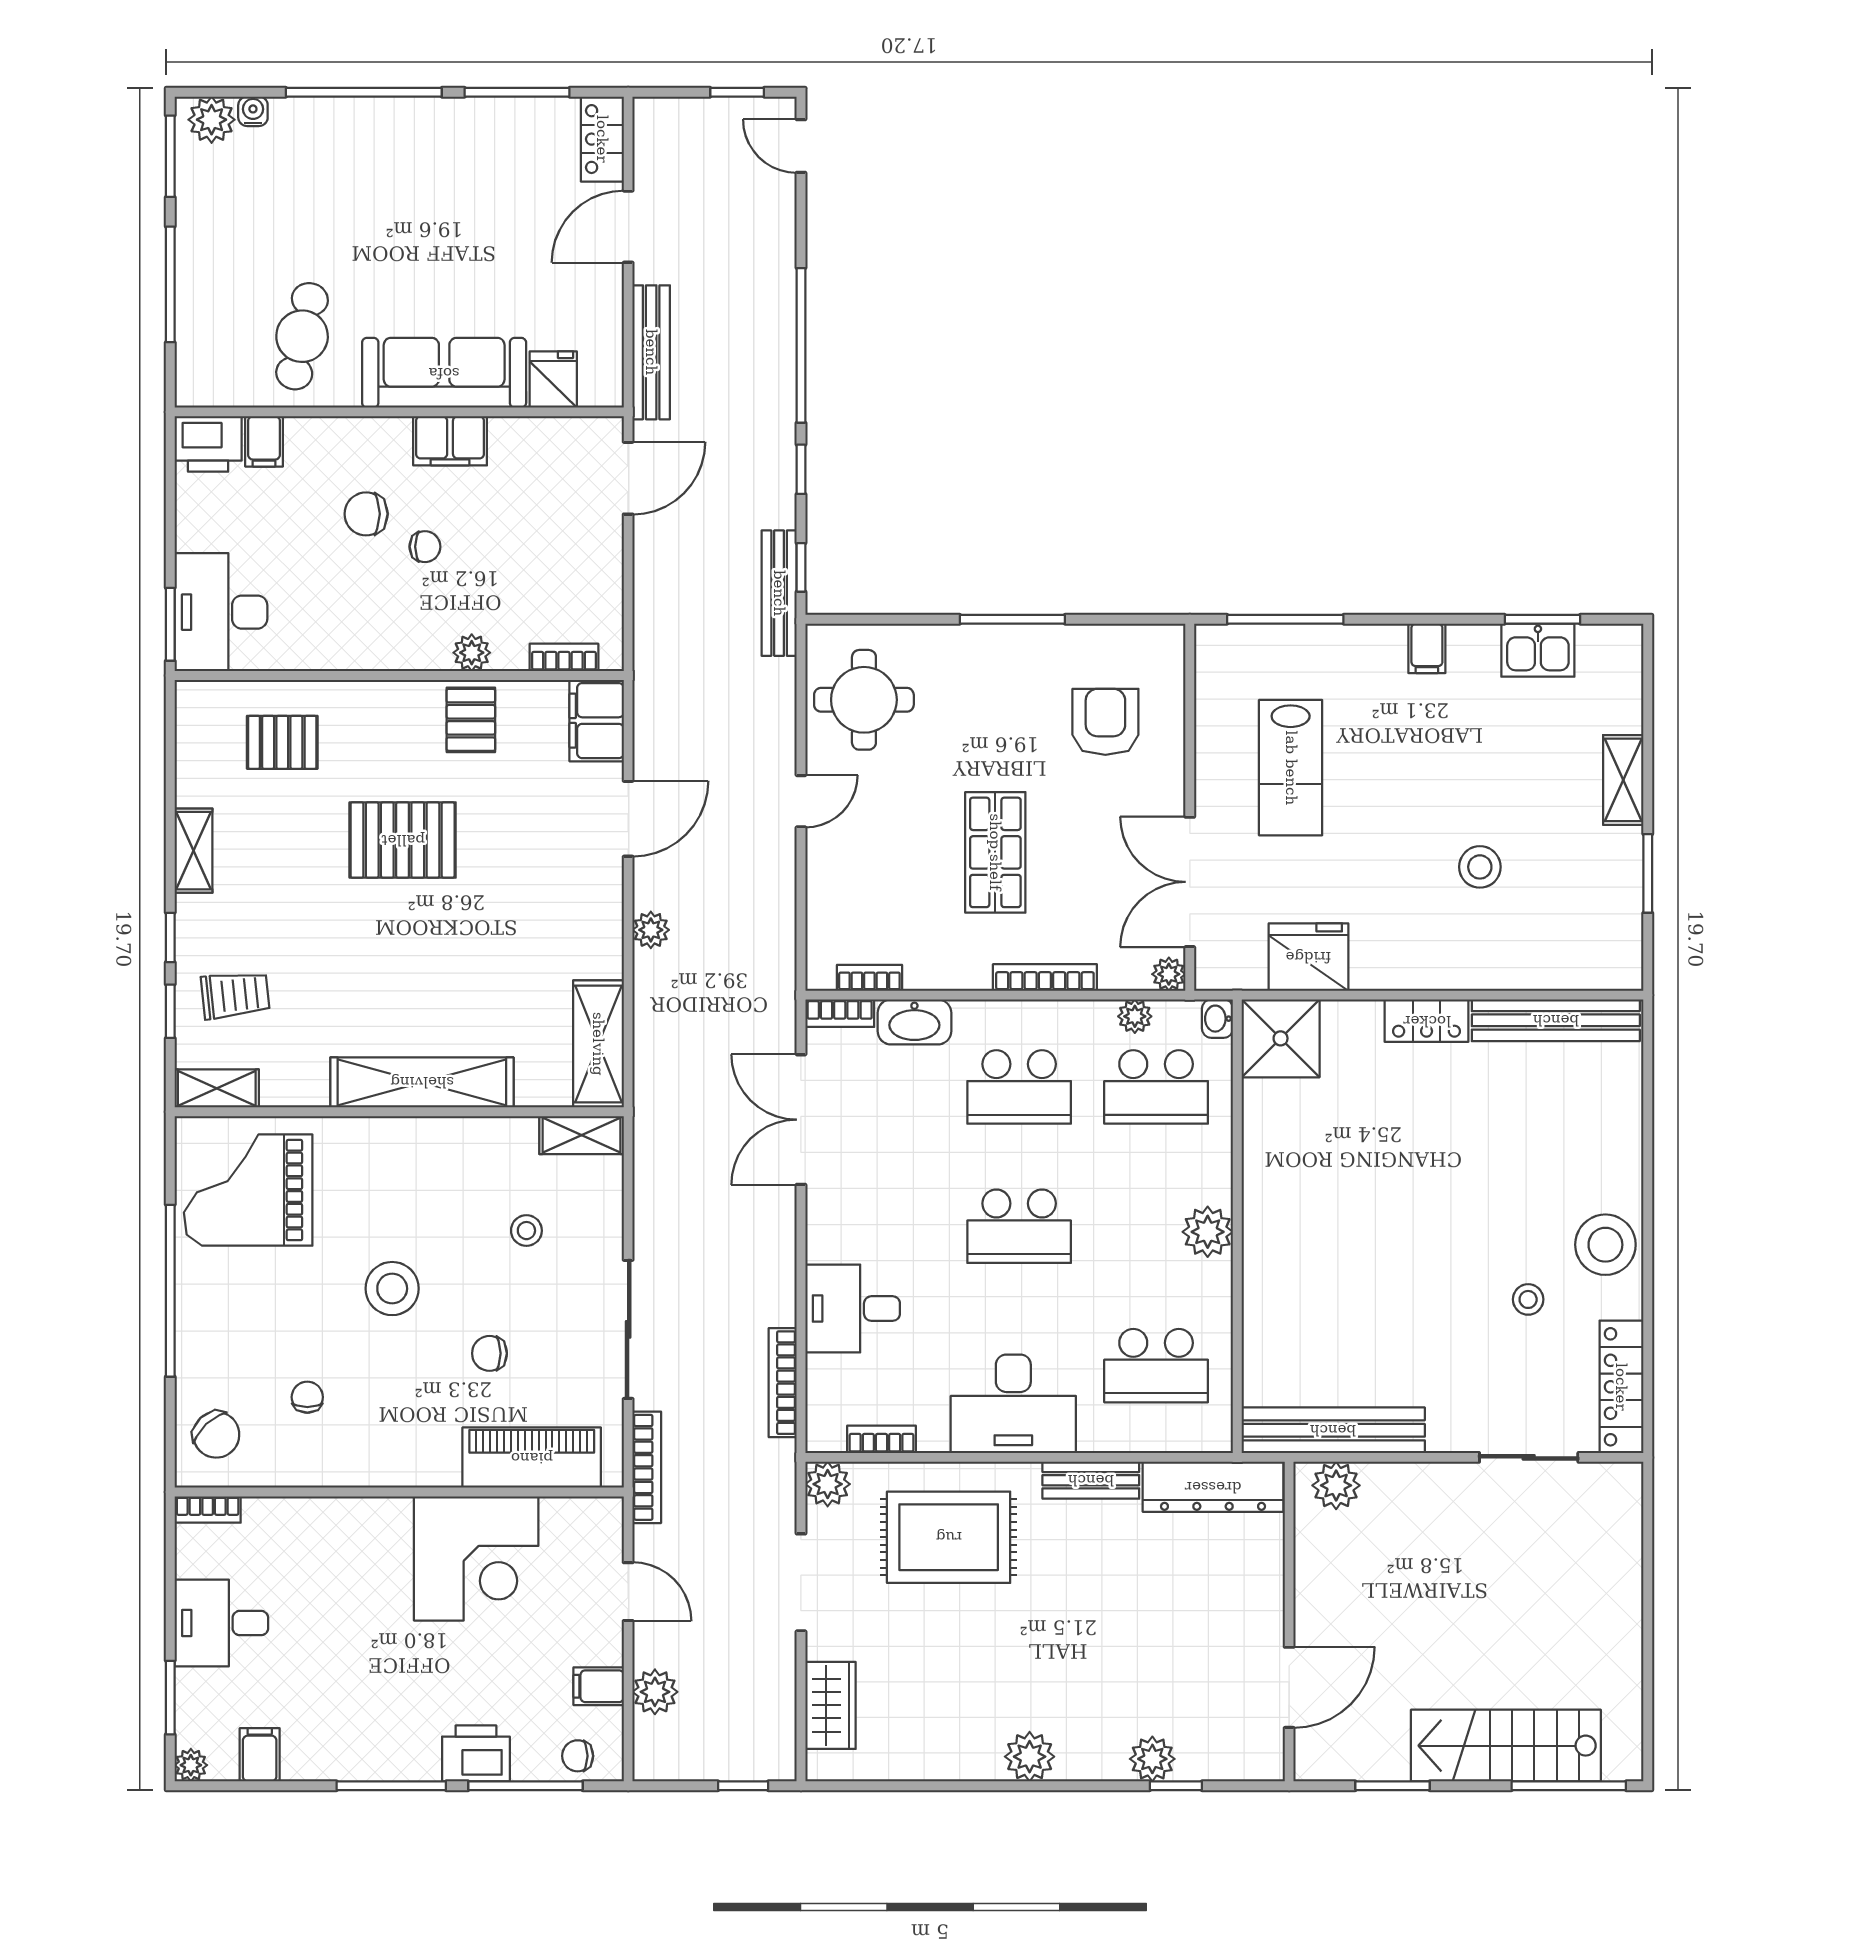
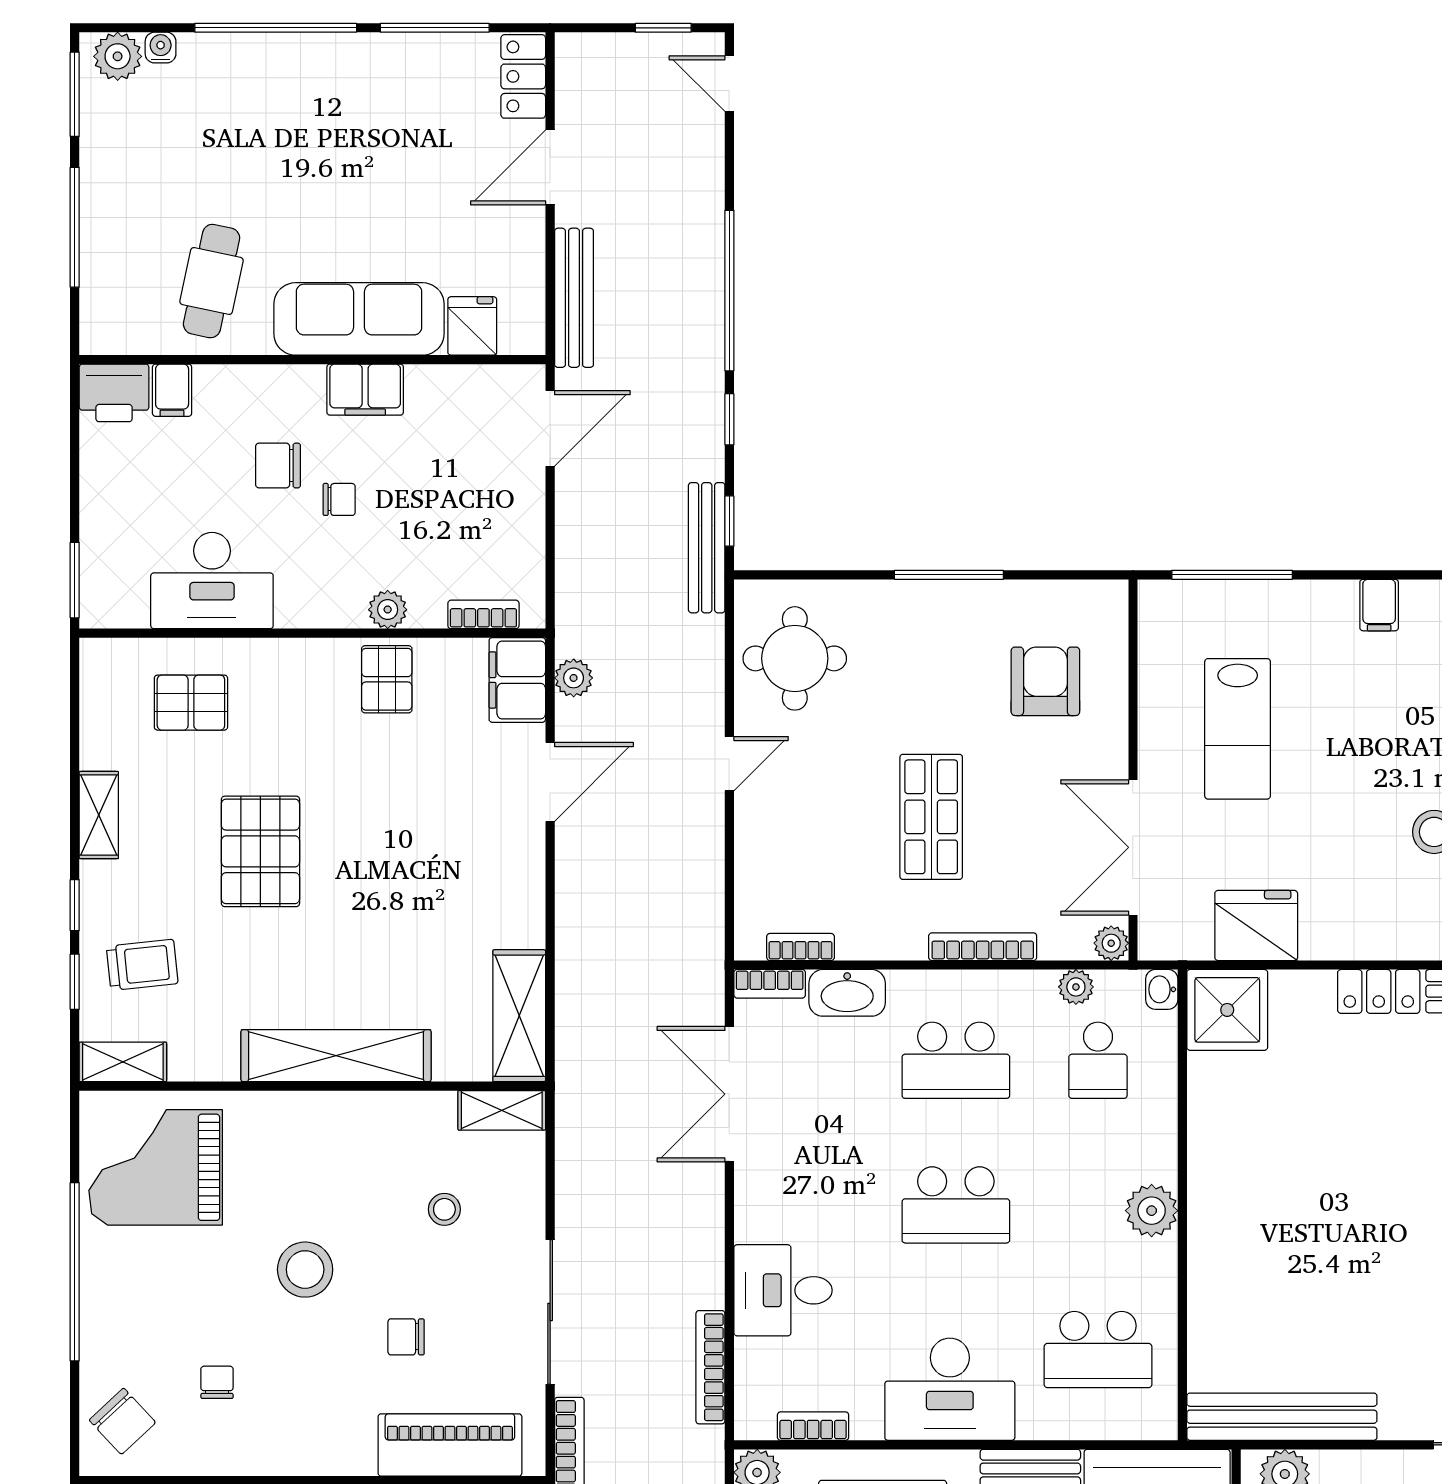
desk: (221, 612) -> (212, 581), moved, turned -90
pallet: (403, 840) -> (260, 851), moved, turned 90
plant: (651, 930) -> (574, 678), moved
school desk: (1156, 1087) -> (1098, 1060), width x0.54

